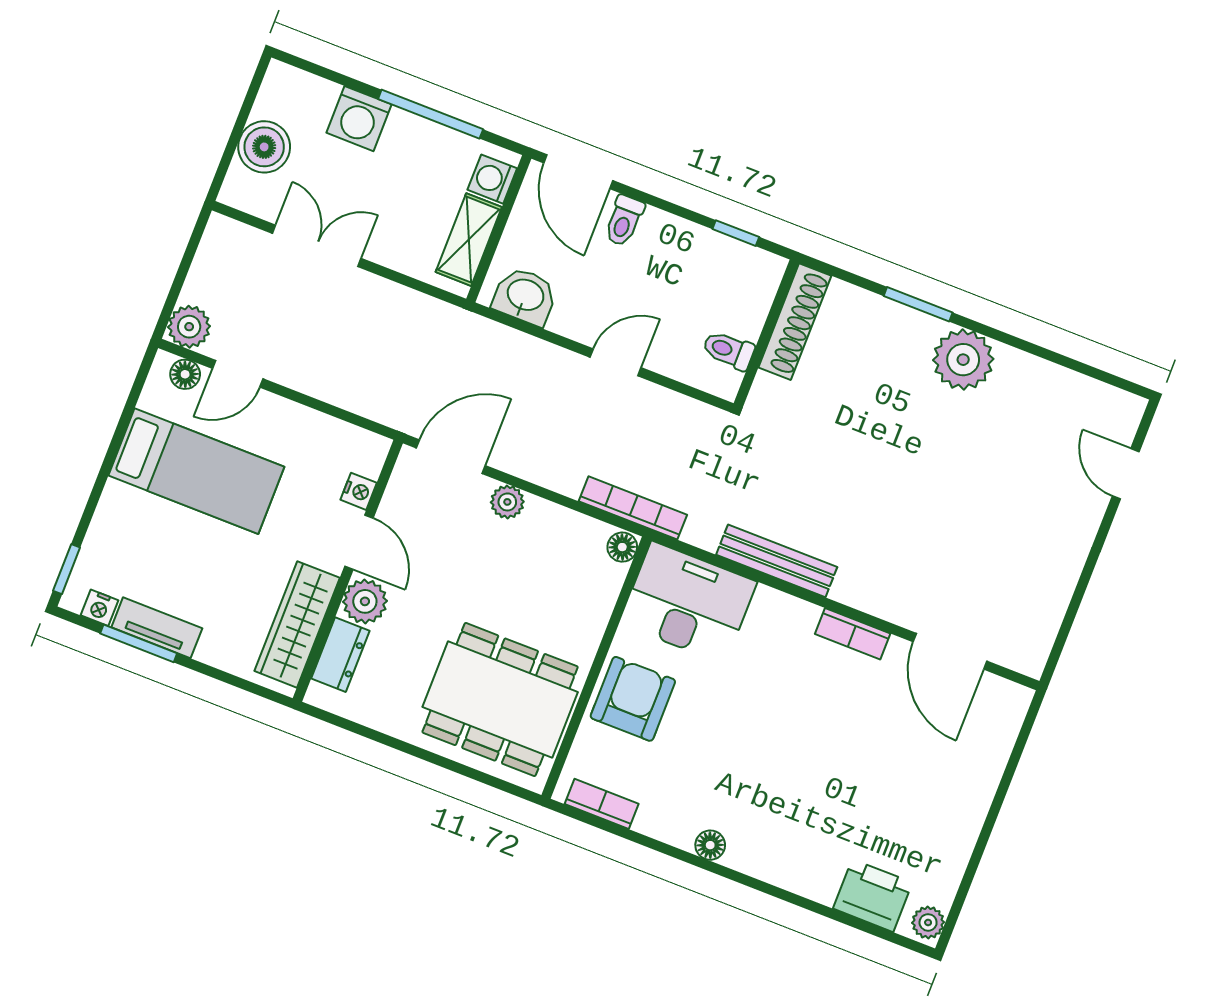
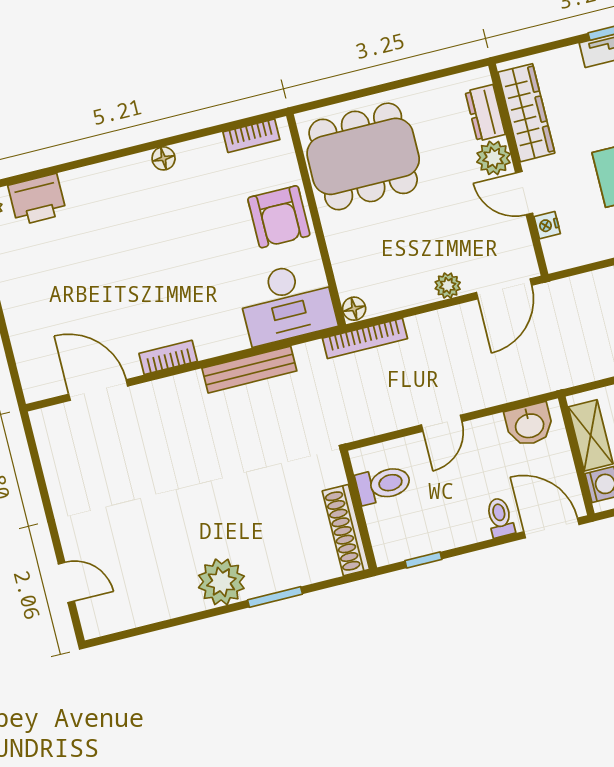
toilet: (728, 350) -> (383, 484), width x1.37, depth x1.39

